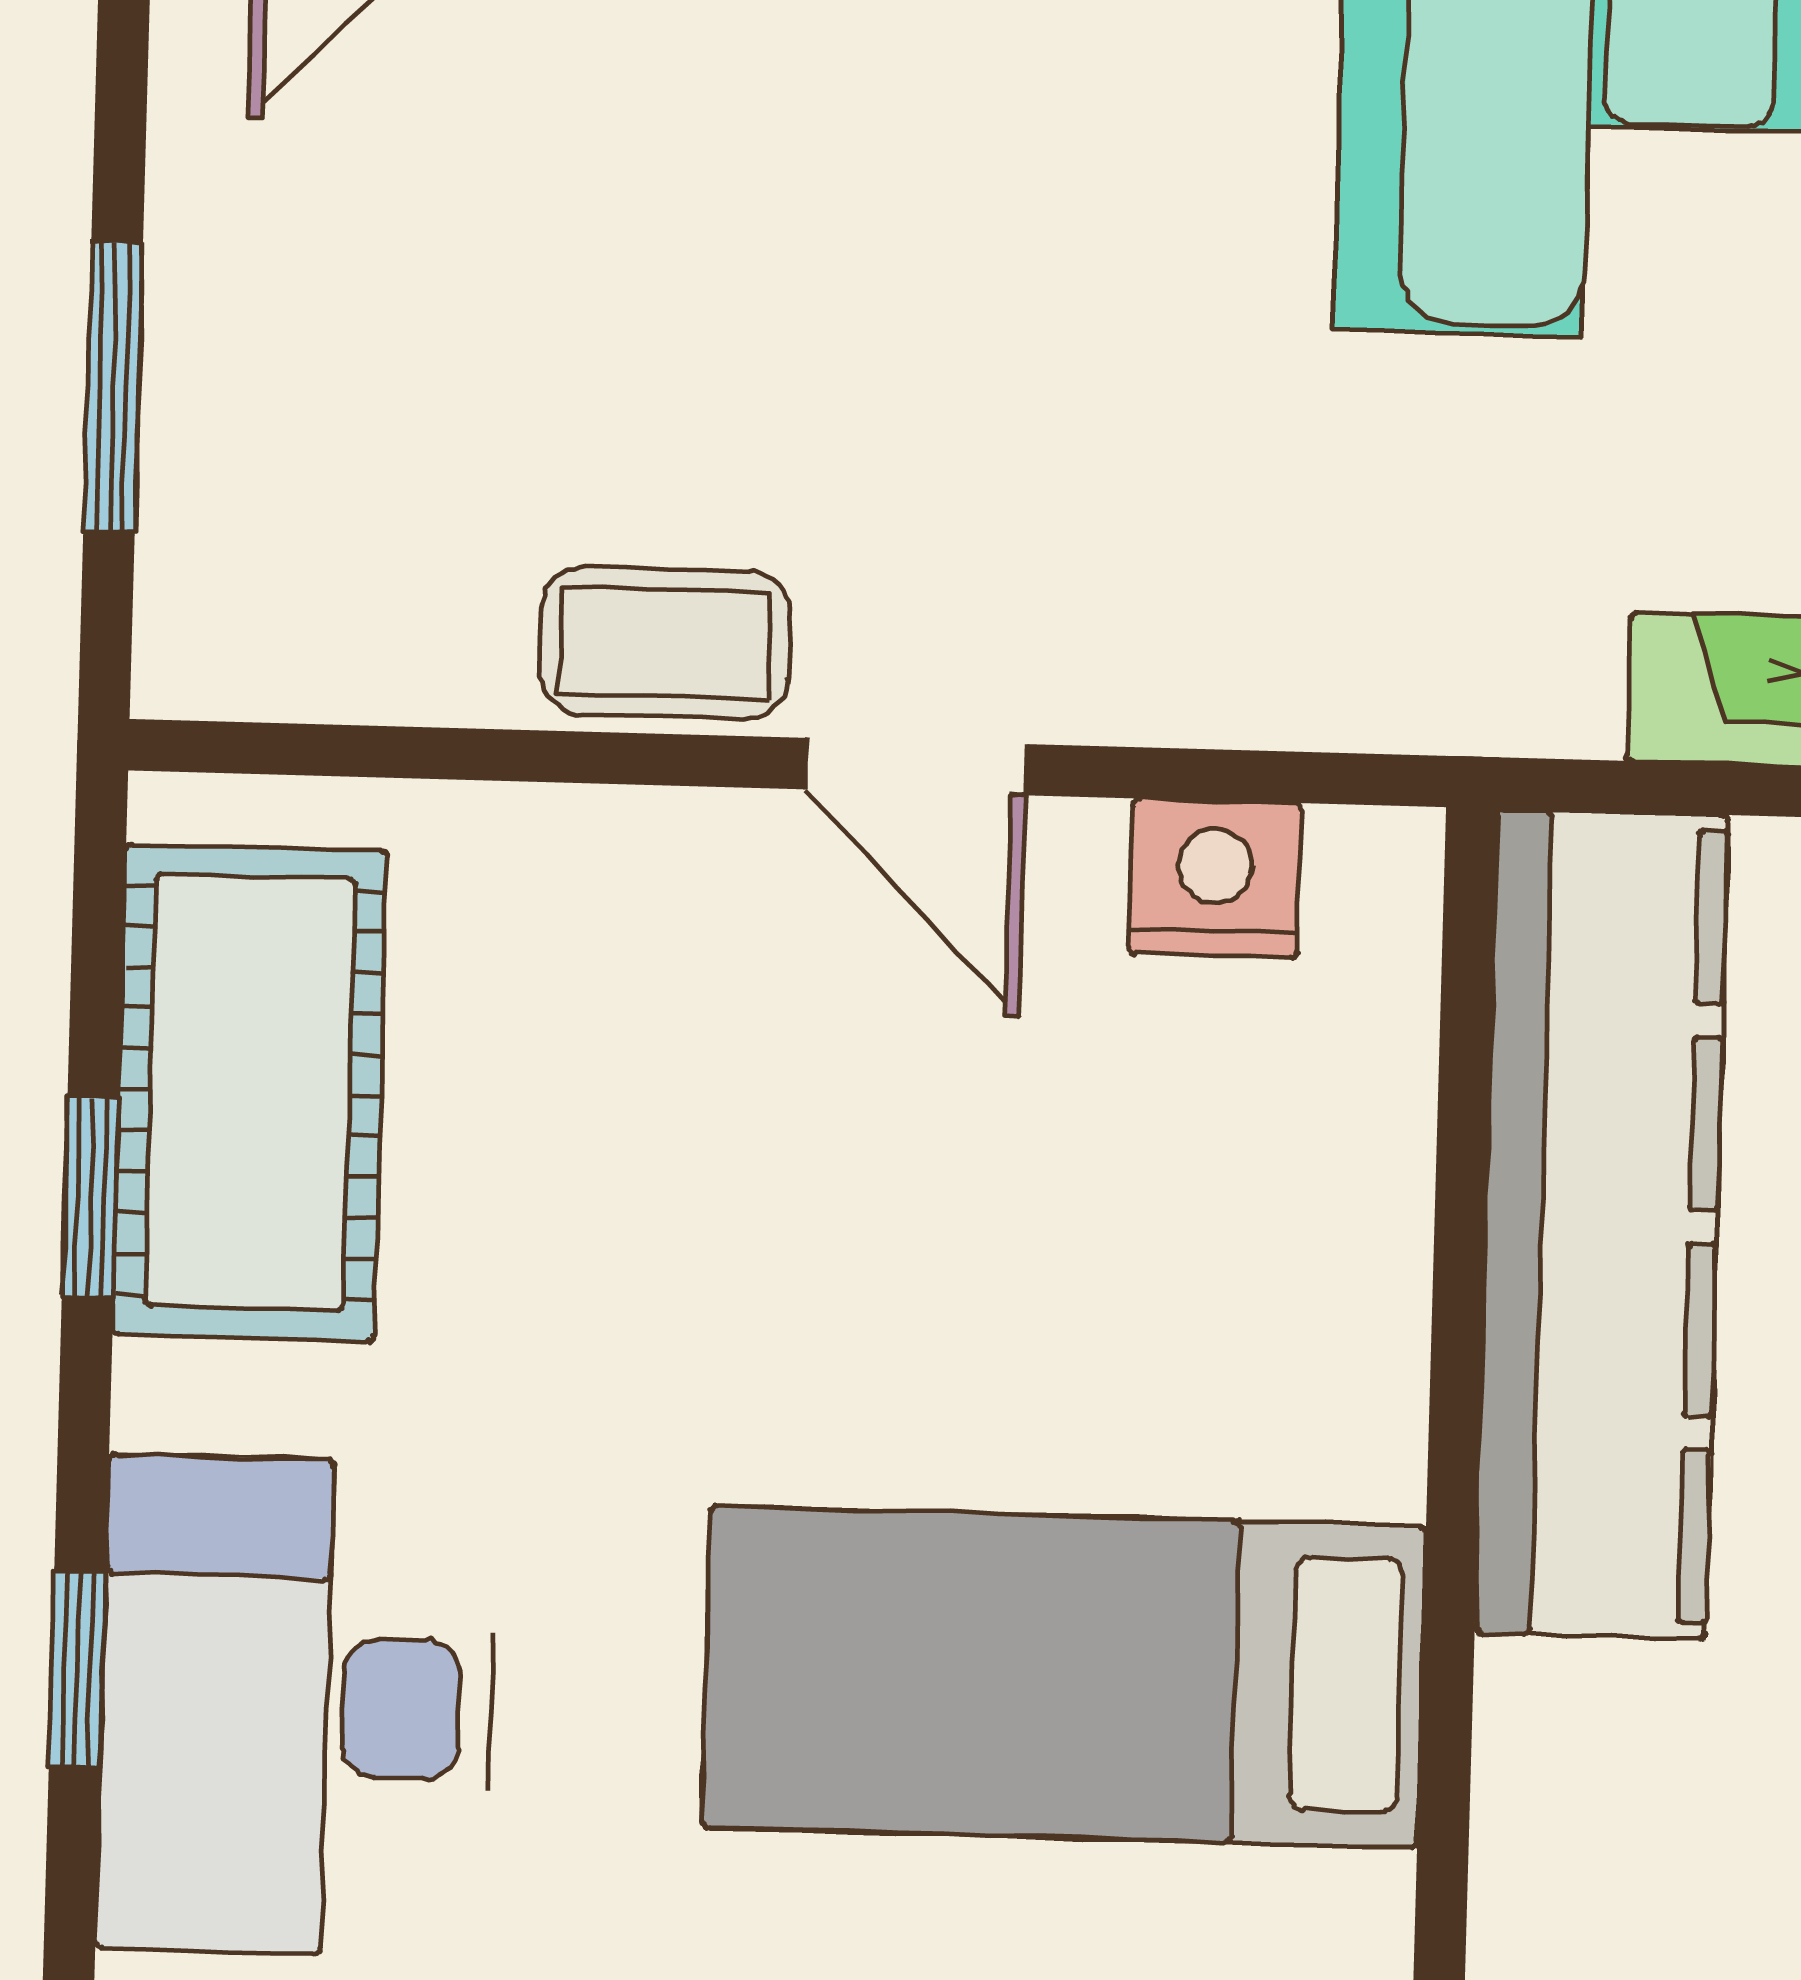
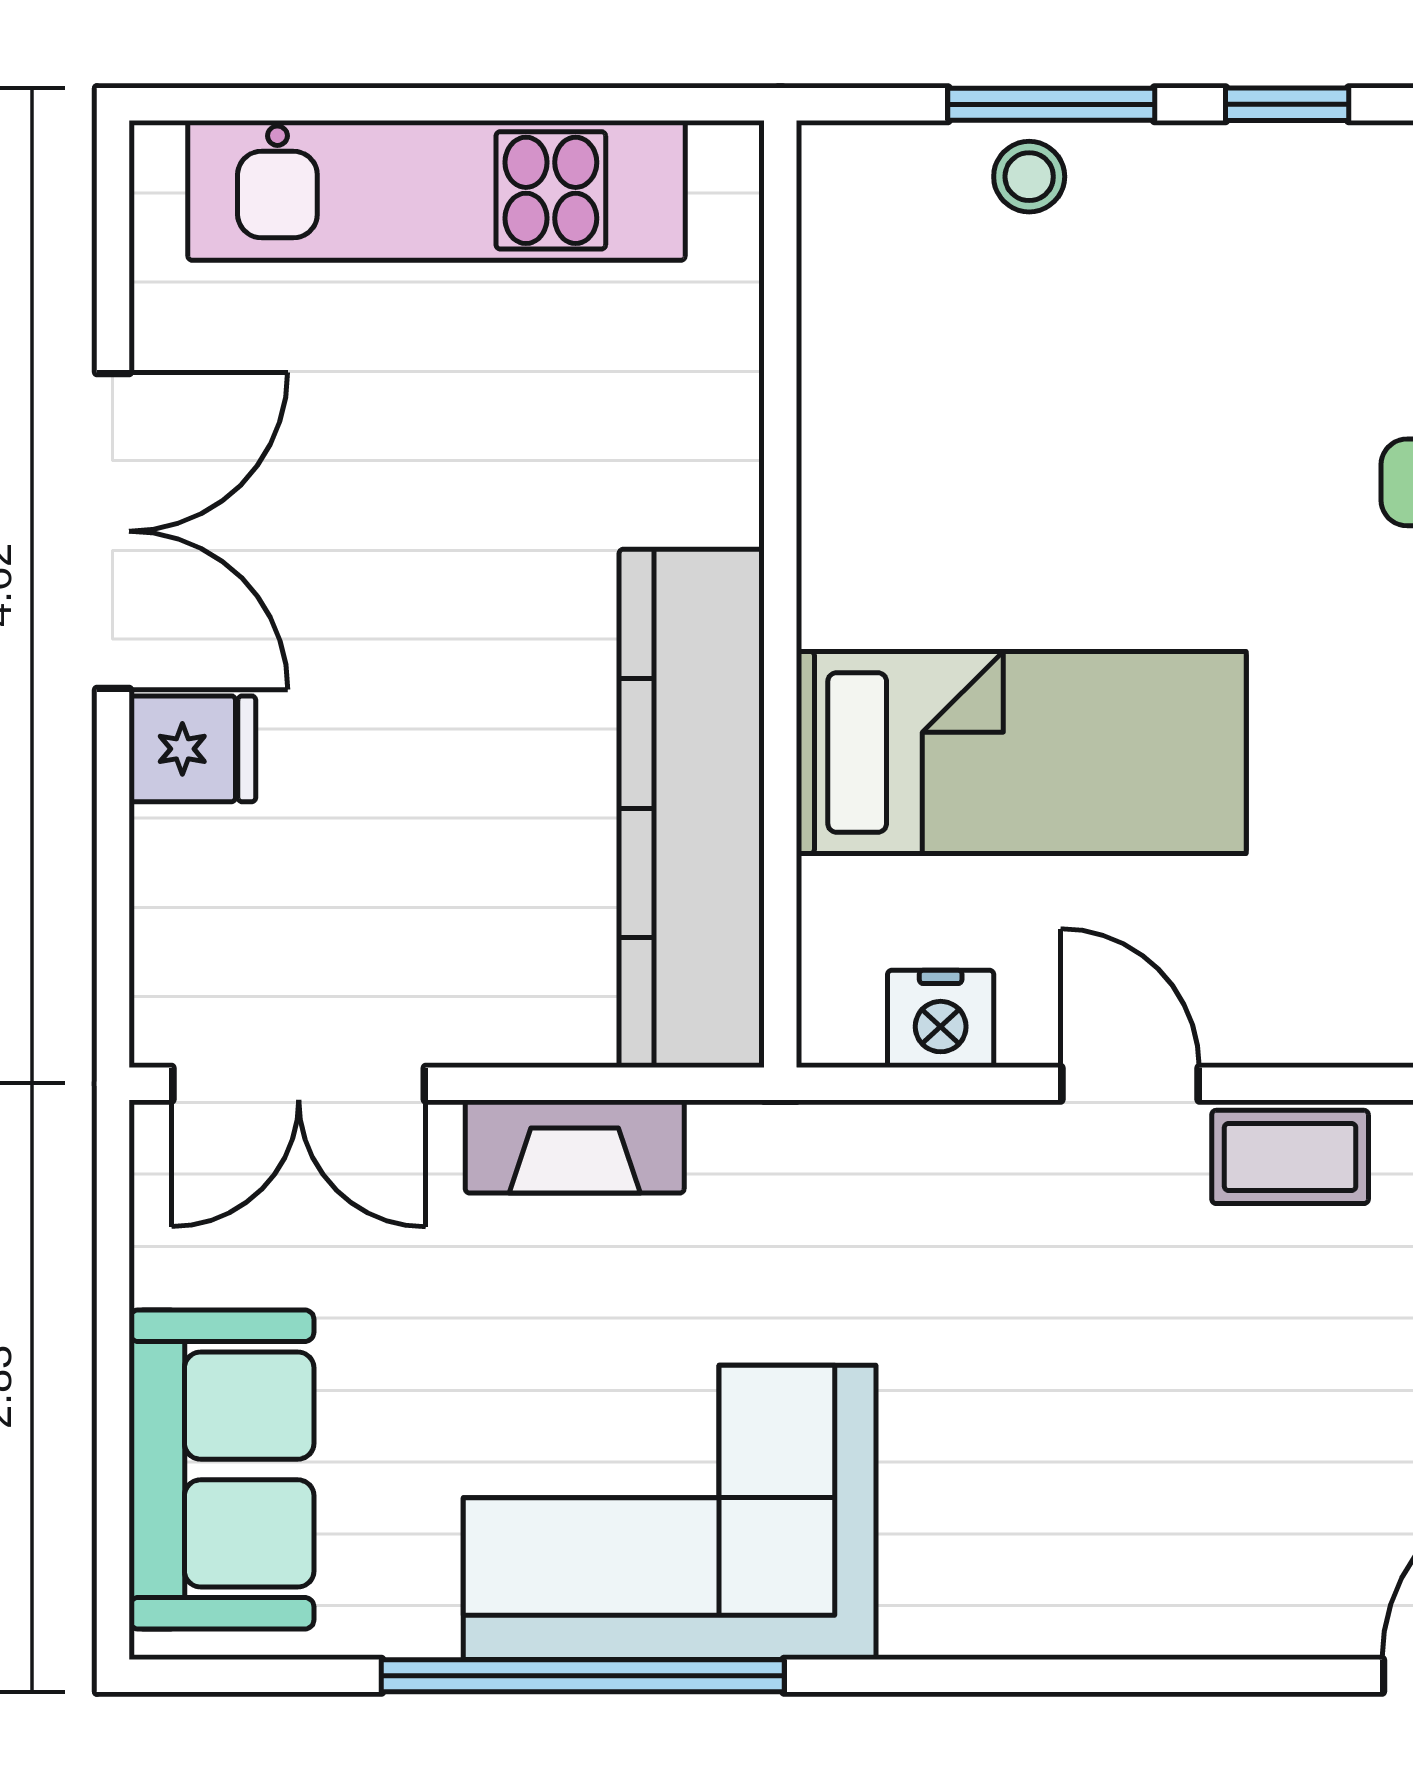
bed: (1064, 1677) -> (1021, 752), moved

